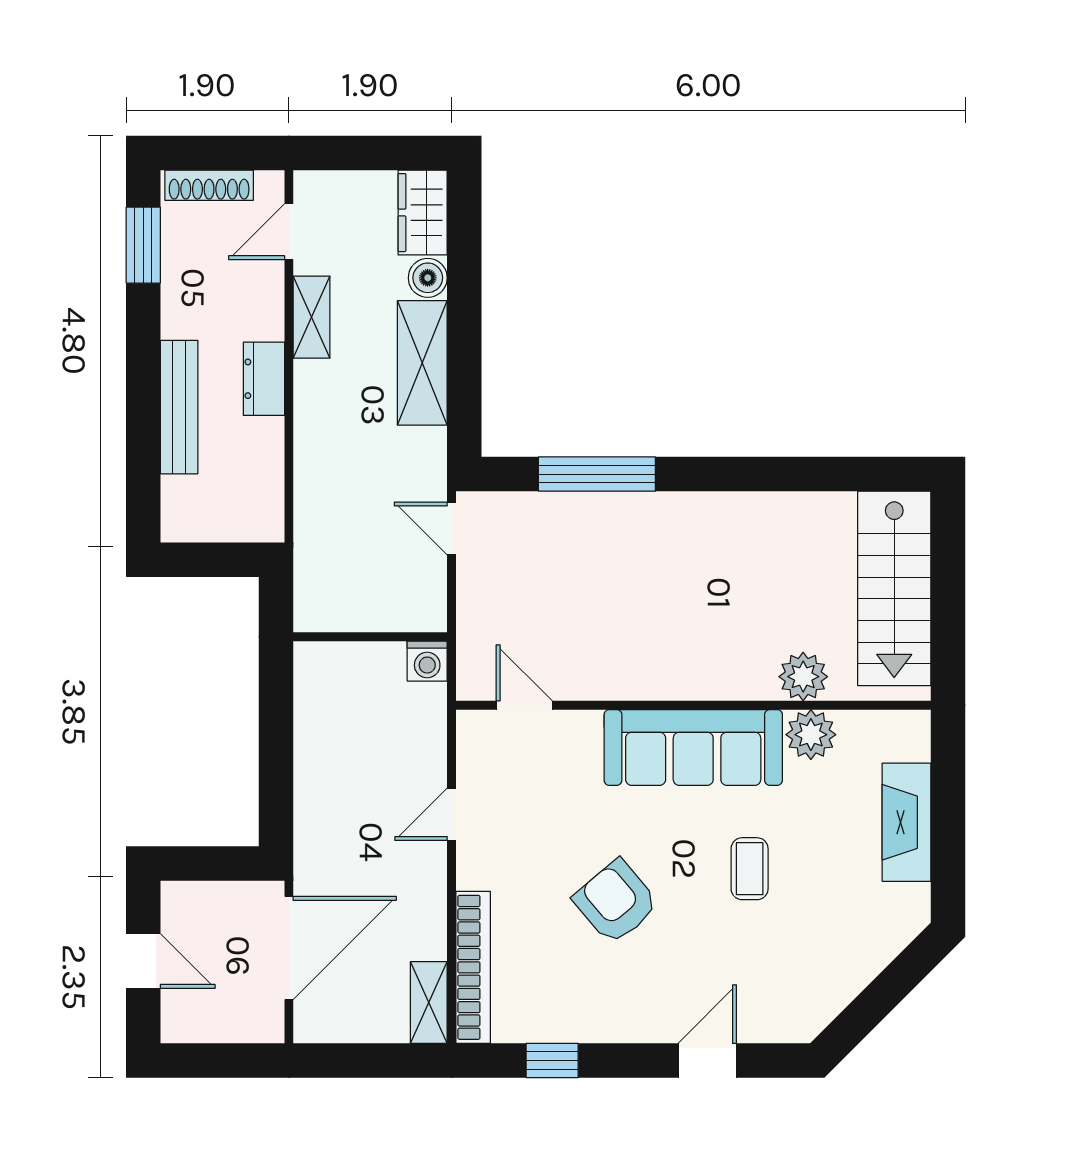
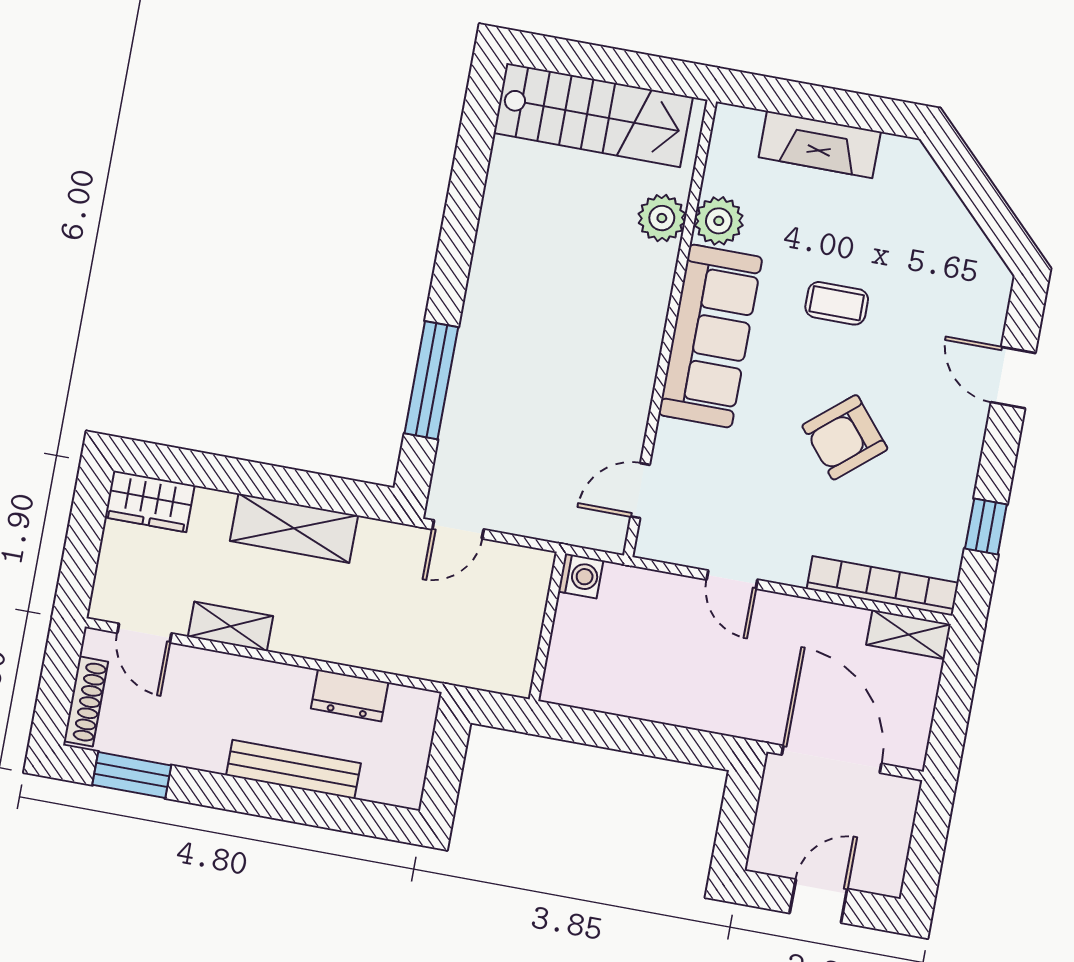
boiler: (428, 278) -> (213, 508), removed
dresser: (264, 379) -> (350, 695), moved

